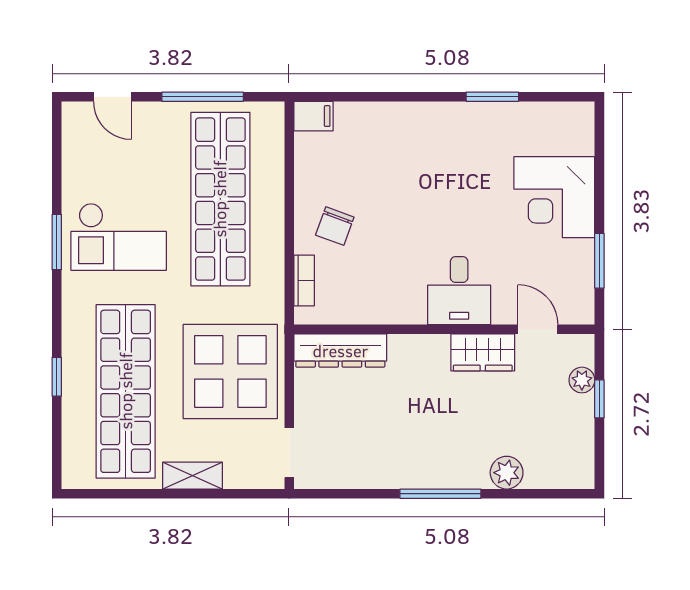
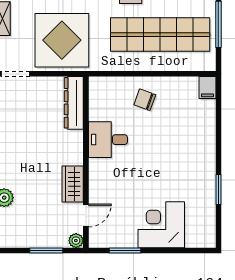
bookcase: (304, 281) -> (114, 82), removed
desk: (459, 291) -> (108, 140), moved
plant: (582, 380) -> (76, 241), moved
window: (599, 399) -> (46, 251), width x1.50

